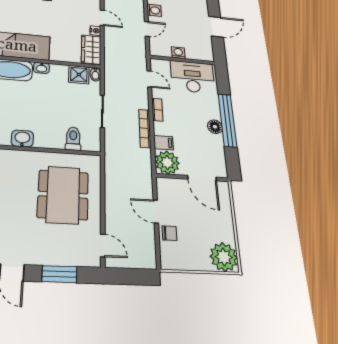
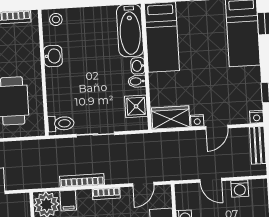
bidet: (95, 74) -> (137, 81), moved
toilet: (73, 139) -> (61, 124), moved

